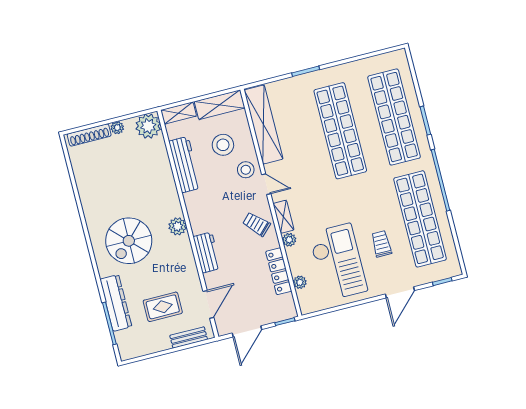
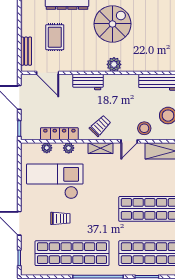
plant: (289, 240) -> (69, 148), moved
spiral stairs: (129, 241) -> (112, 24), turned 90
checkout: (338, 262) -> (55, 181), turned 180

